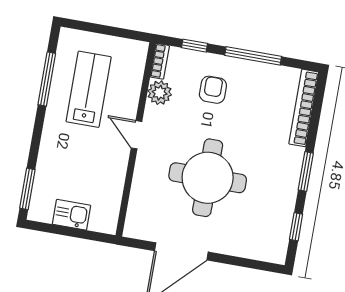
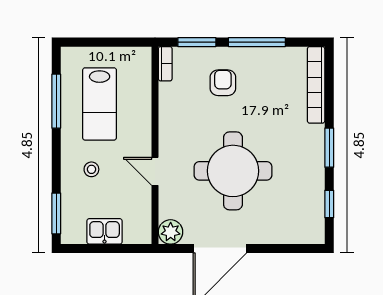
window: (195, 46) -> (197, 42), width x1.50
lab bench: (89, 89) -> (100, 104), turned 180
plant: (160, 93) -> (171, 232), moved
door: (137, 135) -> (155, 171), moved
stool: (69, 152) -> (91, 169), added

